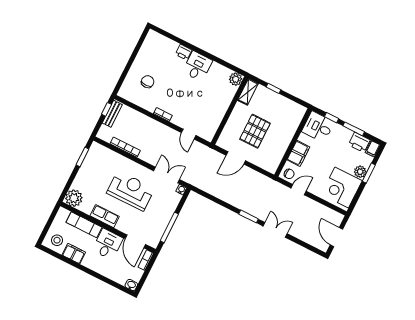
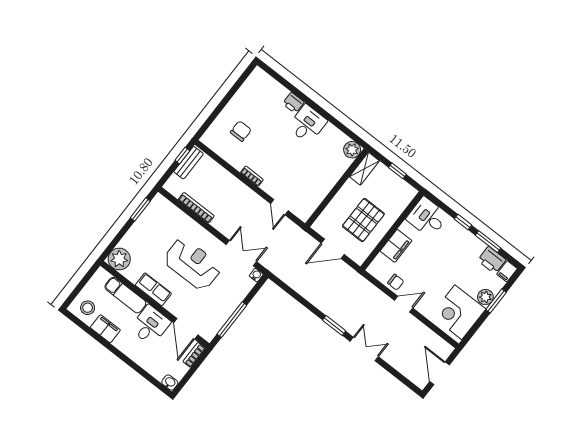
desk: (318, 127) -> (427, 217), moved
wall: (293, 143) -> (392, 231), moved
filing cabinet: (298, 153) -> (396, 246), moved

